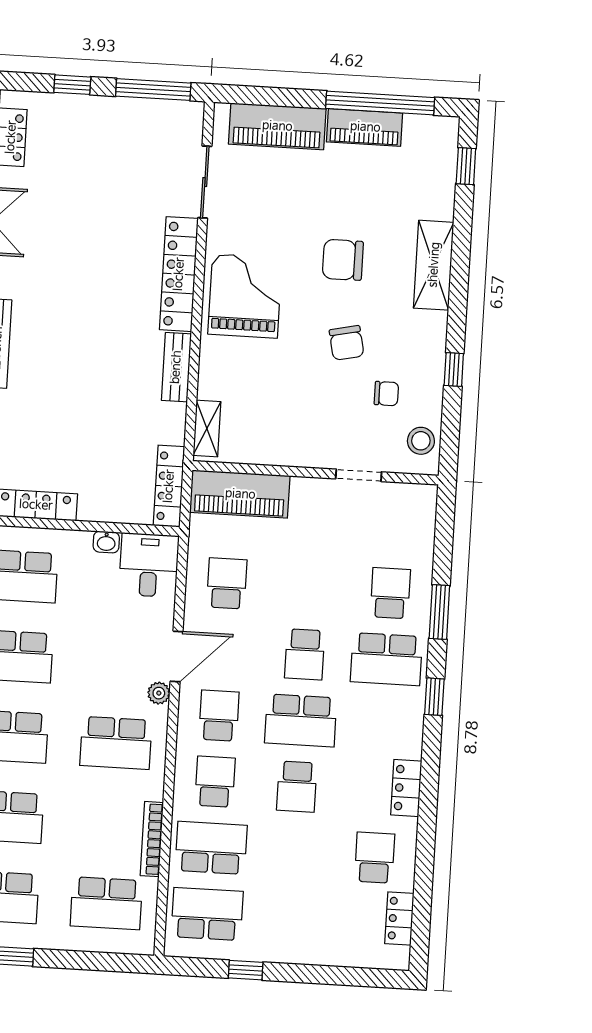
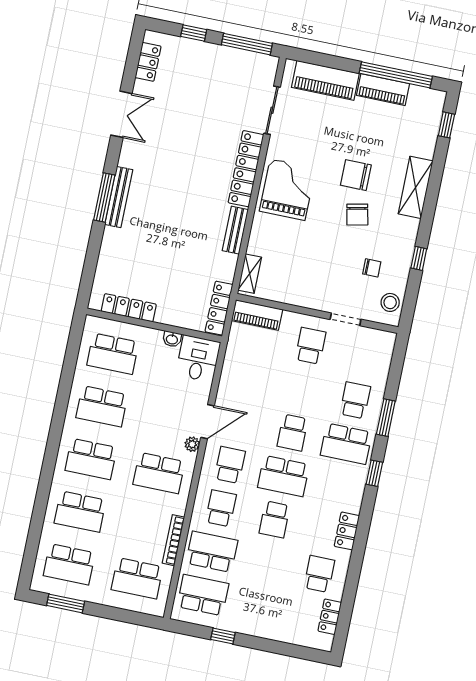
chair: (347, 343) -> (357, 215), moved
piano: (240, 494) -> (257, 315), width x0.73, depth x0.75
school desk: (227, 583) -> (310, 346), moved

